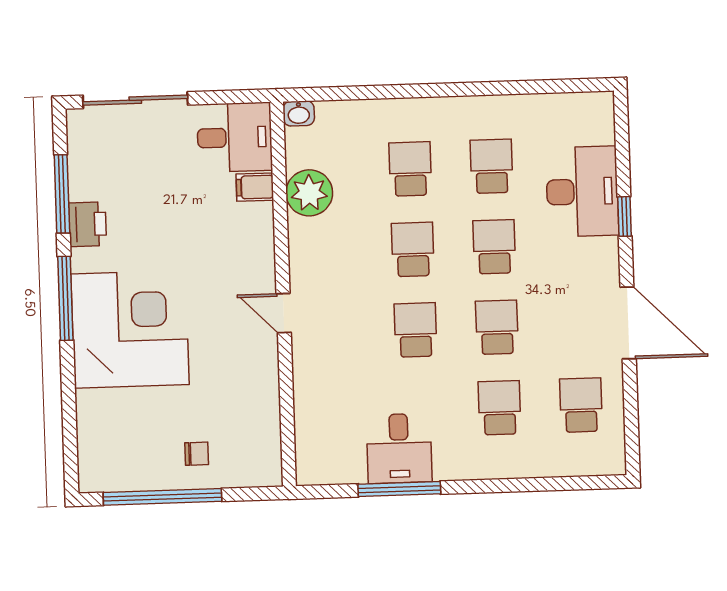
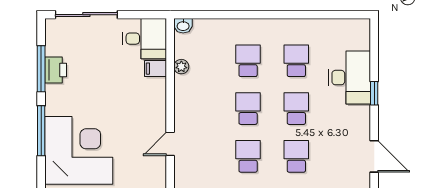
plant: (309, 193) -> (181, 67), width x0.53, depth x0.53
printer: (88, 224) -> (56, 70), moved
door: (284, 313) -> (170, 144), hinge flipped
door: (628, 323) -> (374, 156), width x0.73

